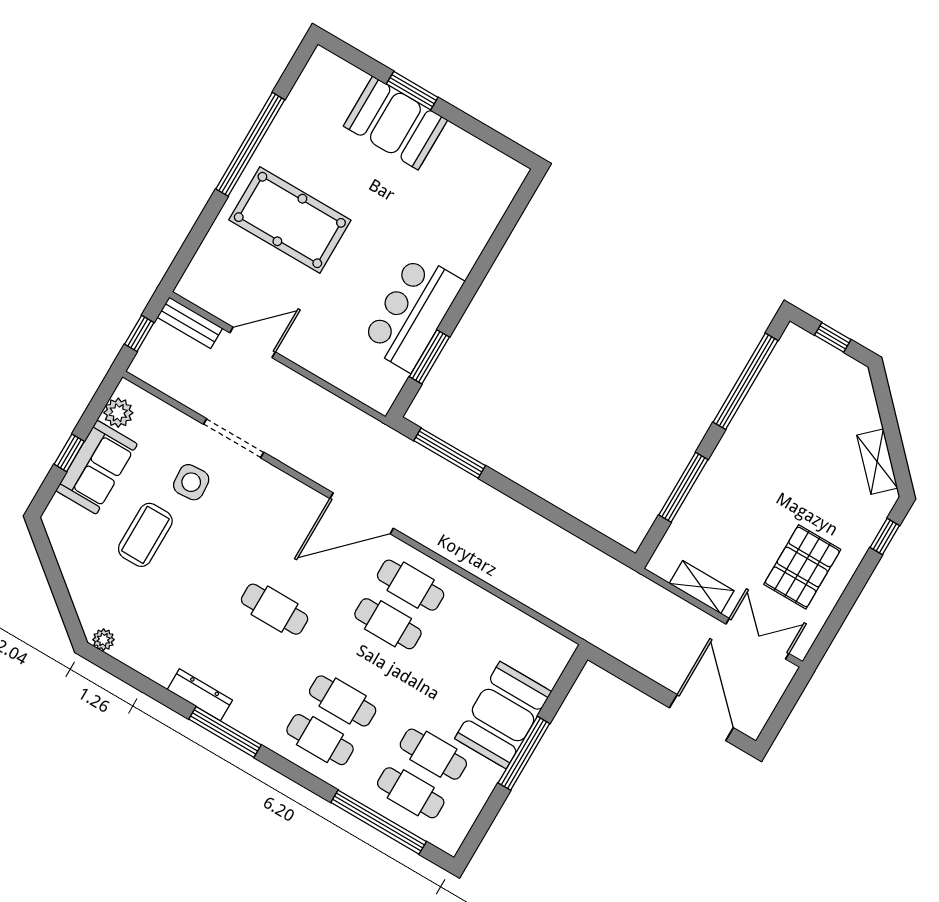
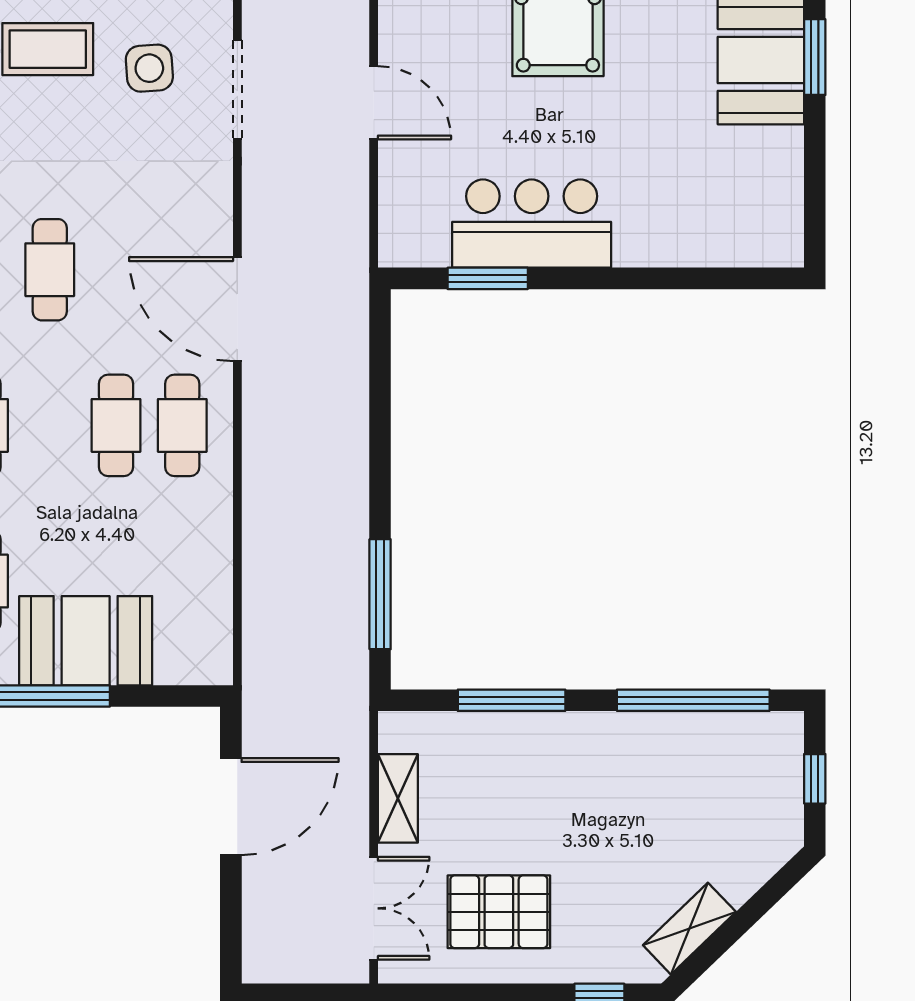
door: (253, 342) -> (374, 103), moved
window: (450, 453) -> (380, 594), moved
door: (701, 718) -> (231, 807), moved

